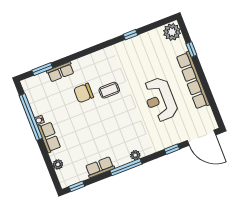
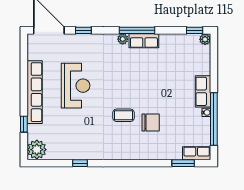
row of seats: (60, 72) -> (197, 153), moved
plant: (58, 164) -> (205, 39), moved
row of seats: (100, 167) -> (144, 41), moved

